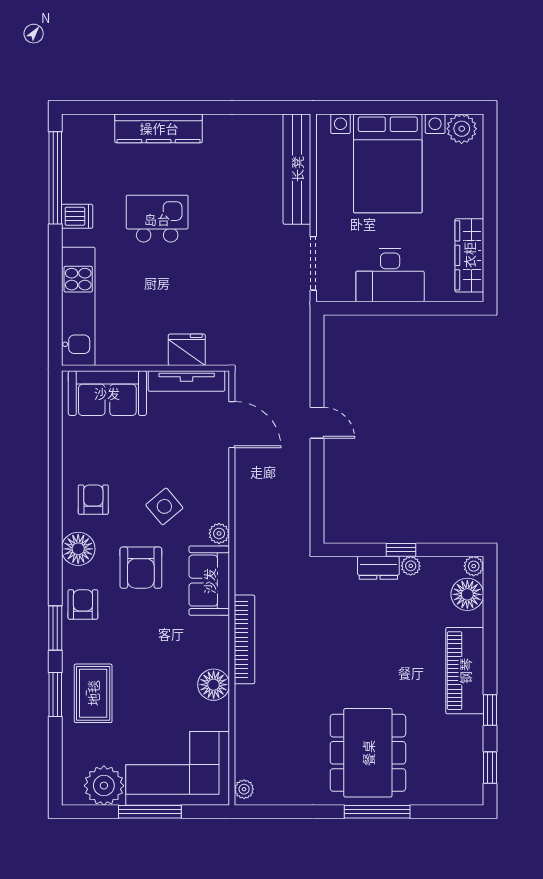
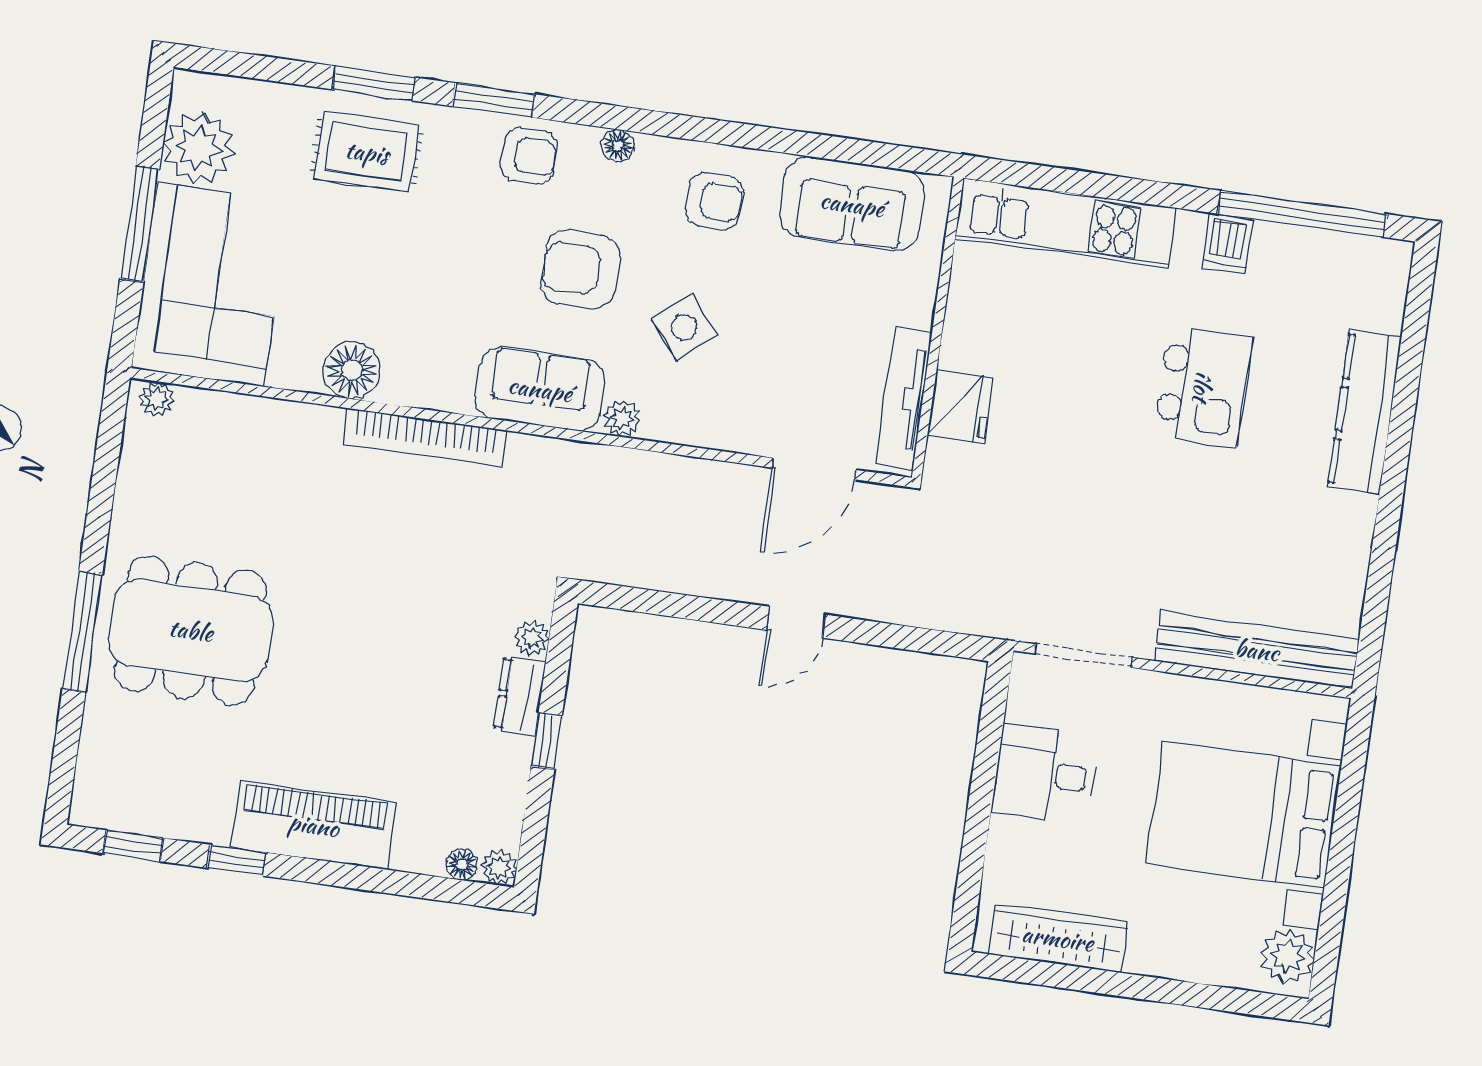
desk: (390, 275) -> (1045, 774), width x0.73
sofa: (107, 393) -> (852, 204), moved, turned -90
floor lamp: (78, 549) -> (618, 146), width x0.53, depth x0.53
plant: (411, 566) -> (532, 638), moved
floor lamp: (467, 594) -> (462, 864), width x0.53, depth x0.53

